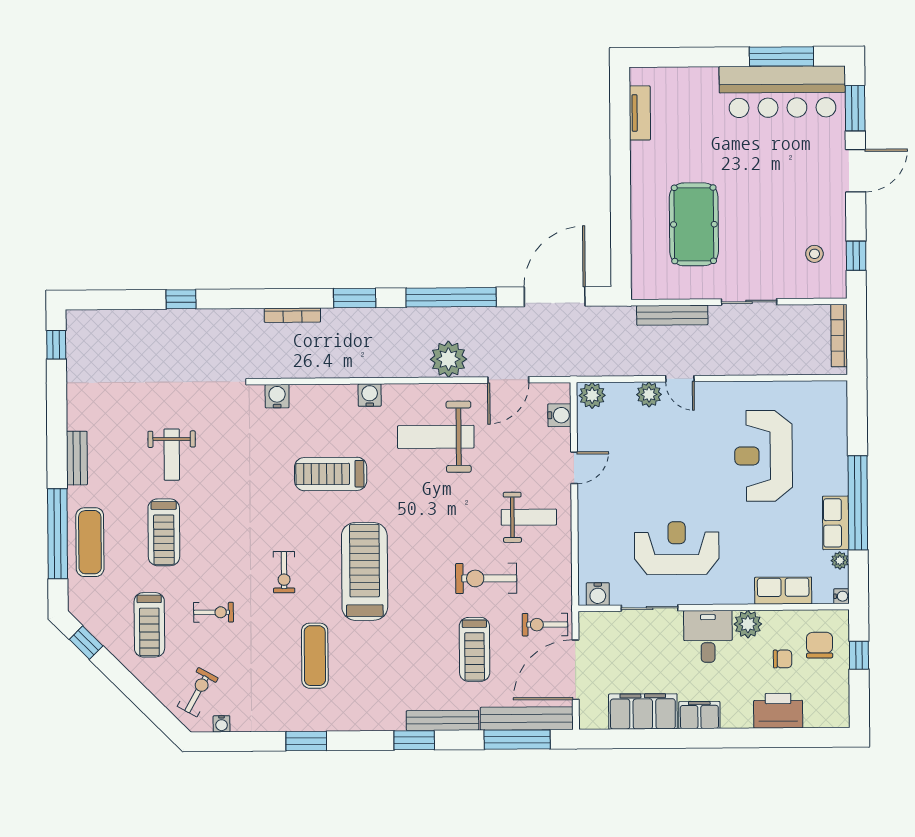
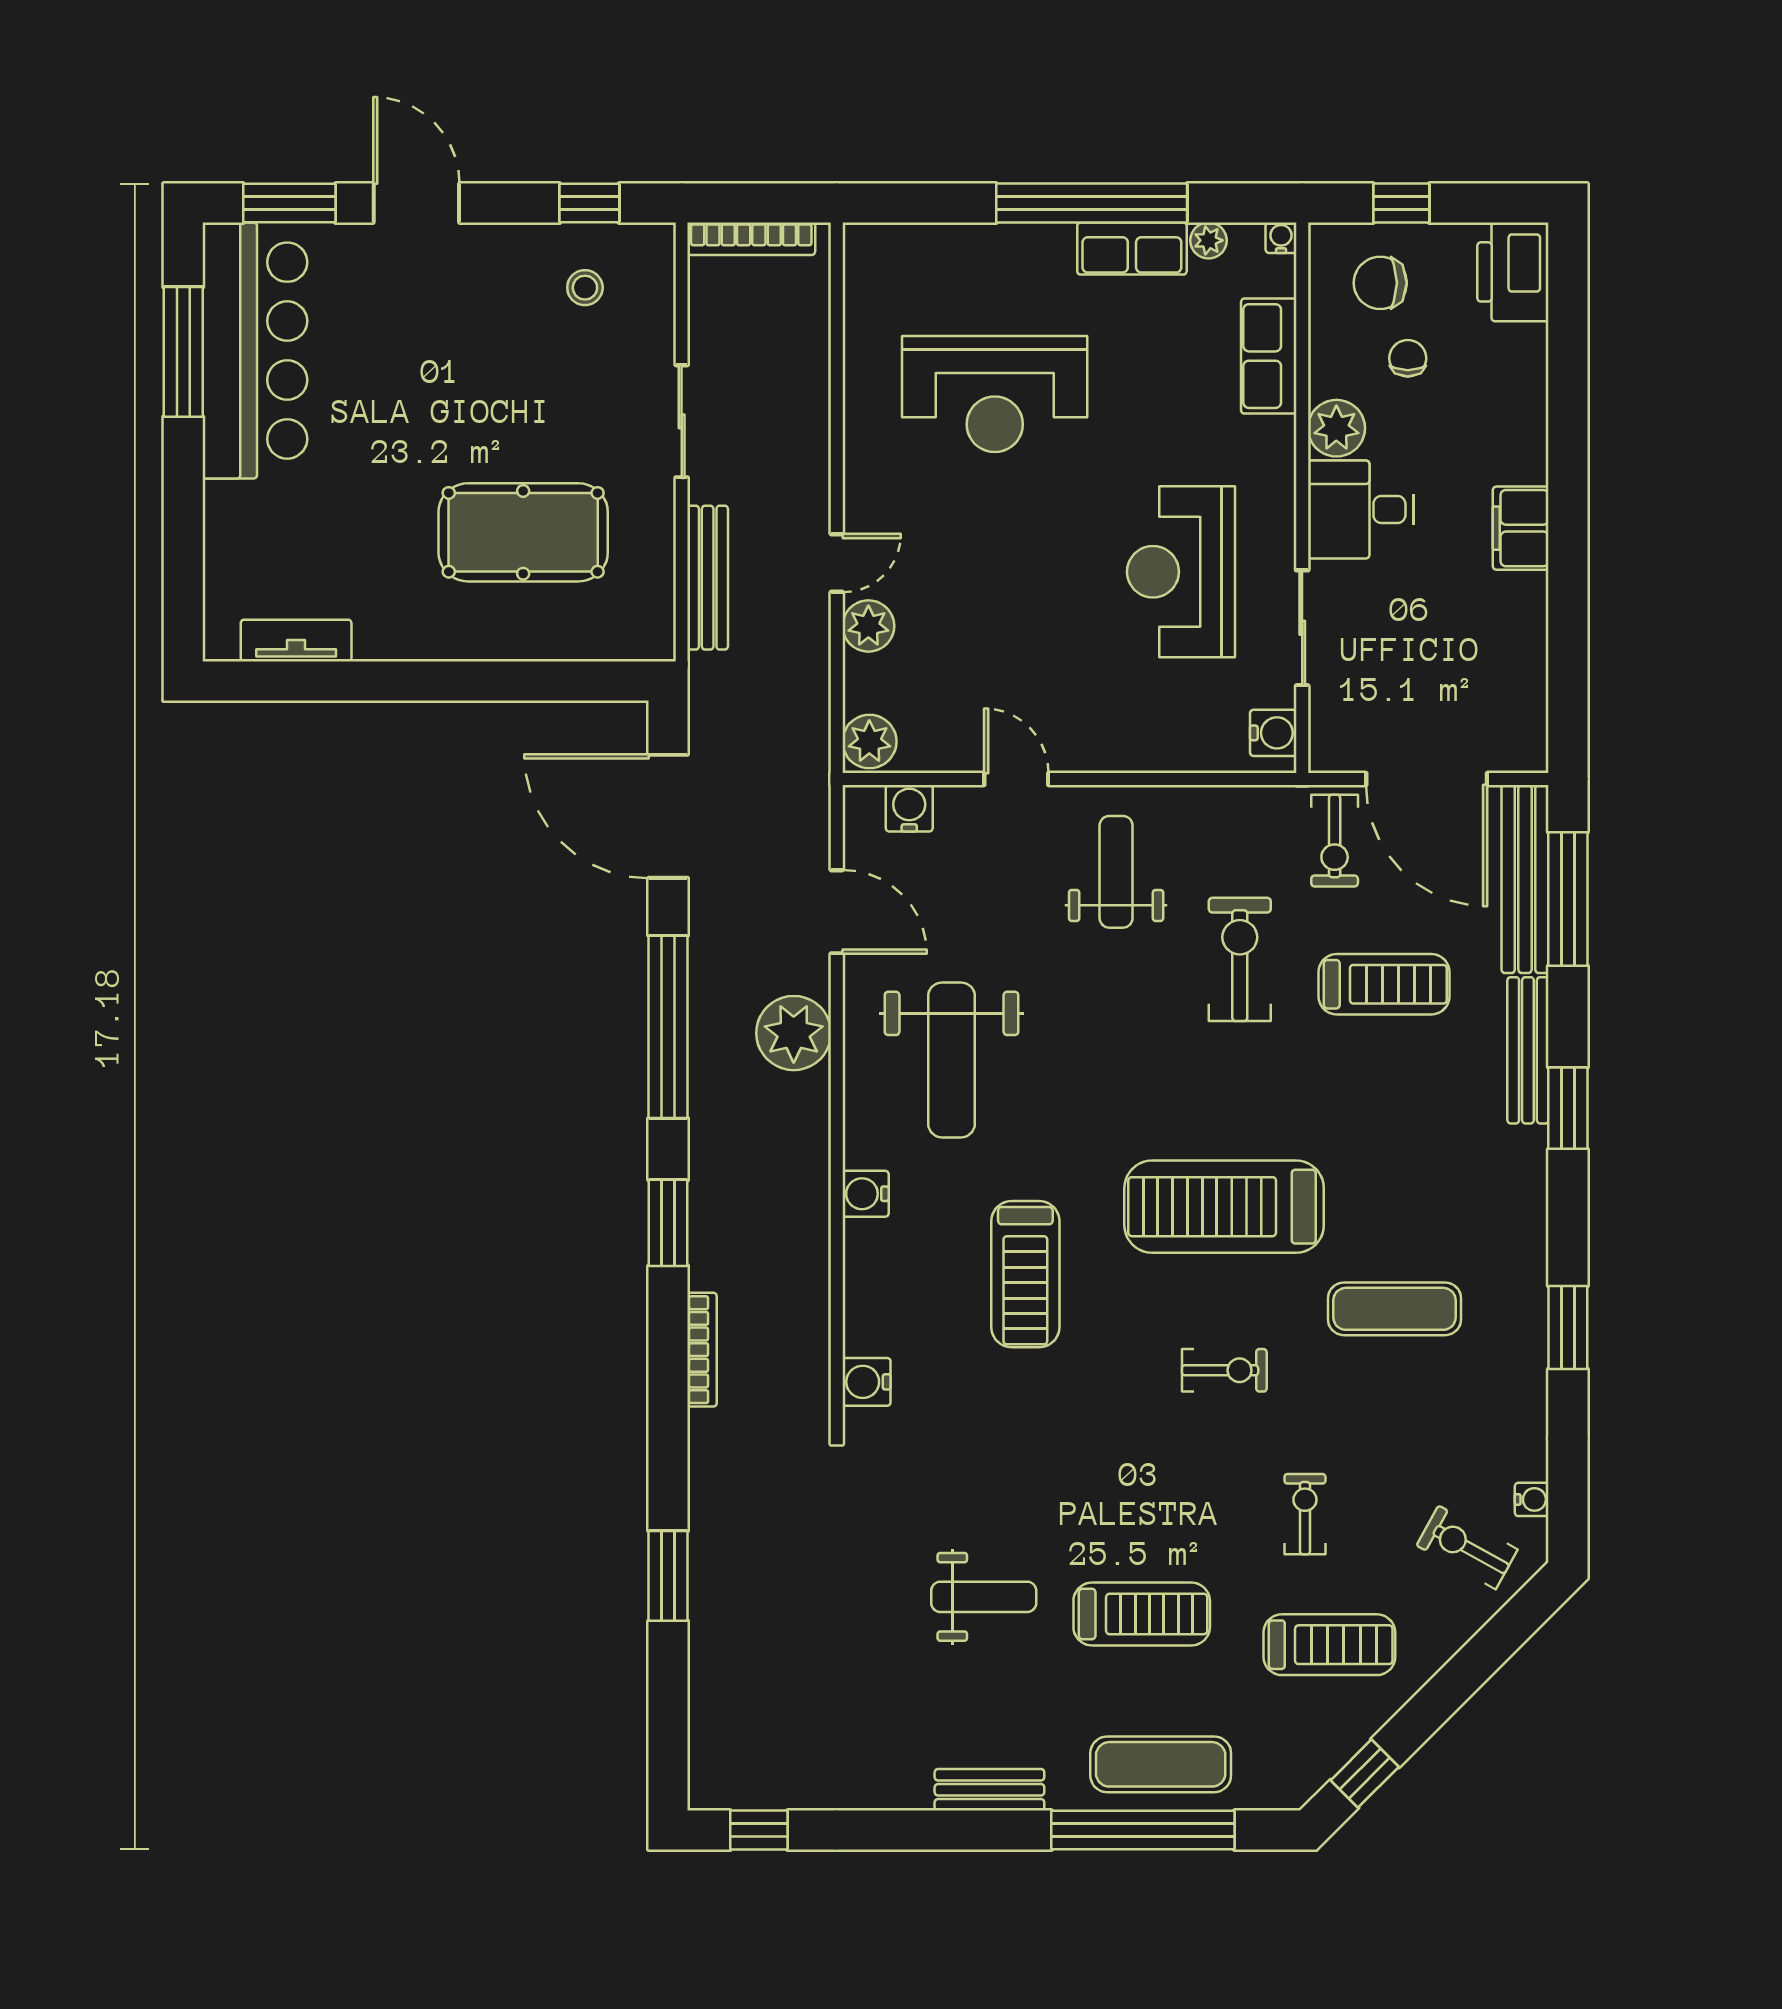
window: (181, 299) -> (668, 1576), width x1.50
exercise bike: (486, 578) -> (1240, 959), turned 180
filing cabinet: (643, 711) -> (1513, 643), removed
printer: (778, 711) -> (1513, 272), moved

